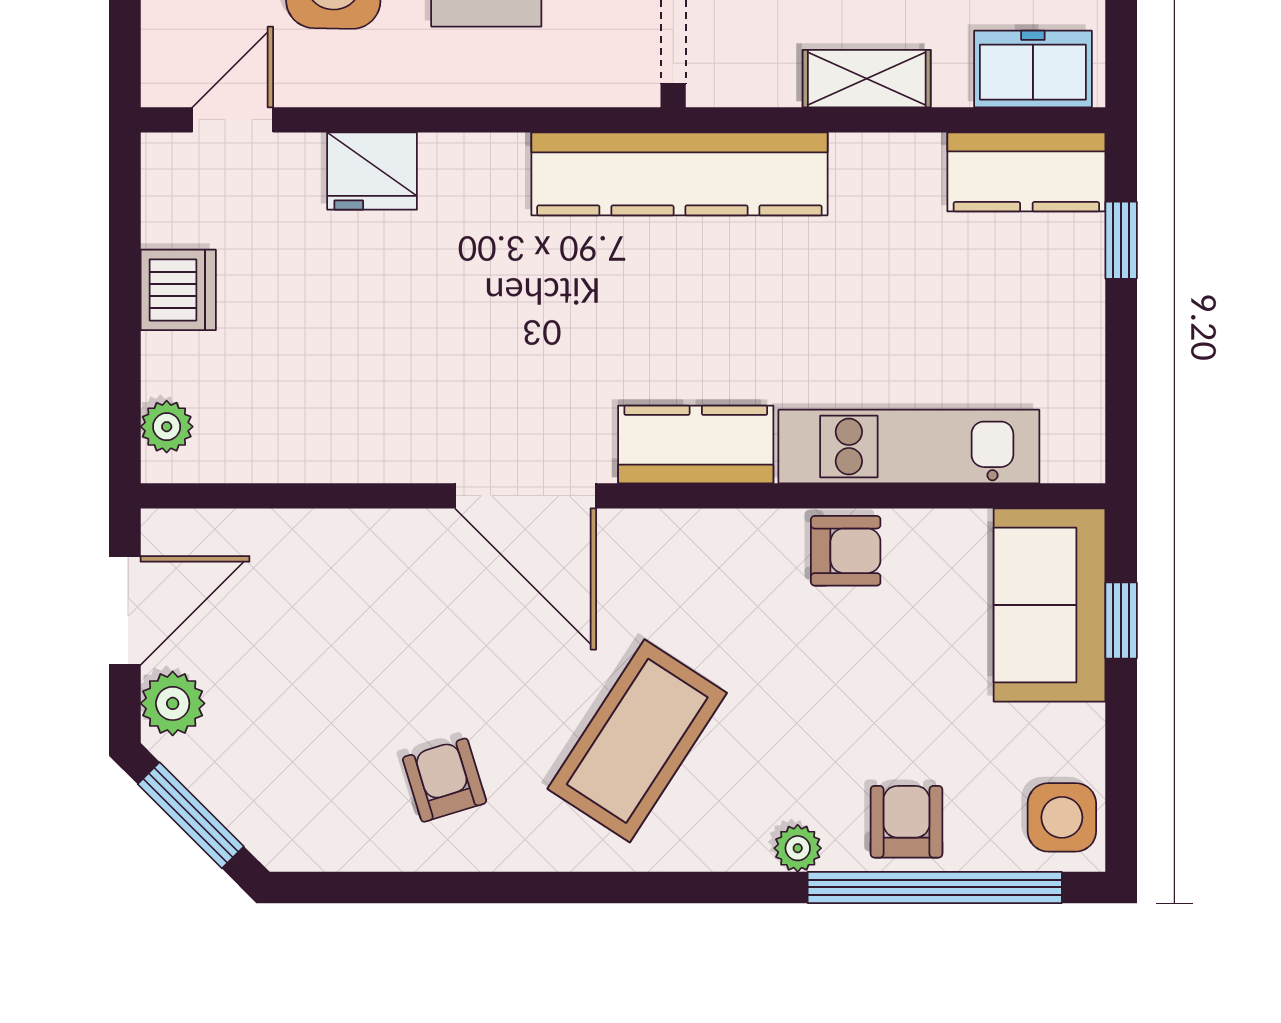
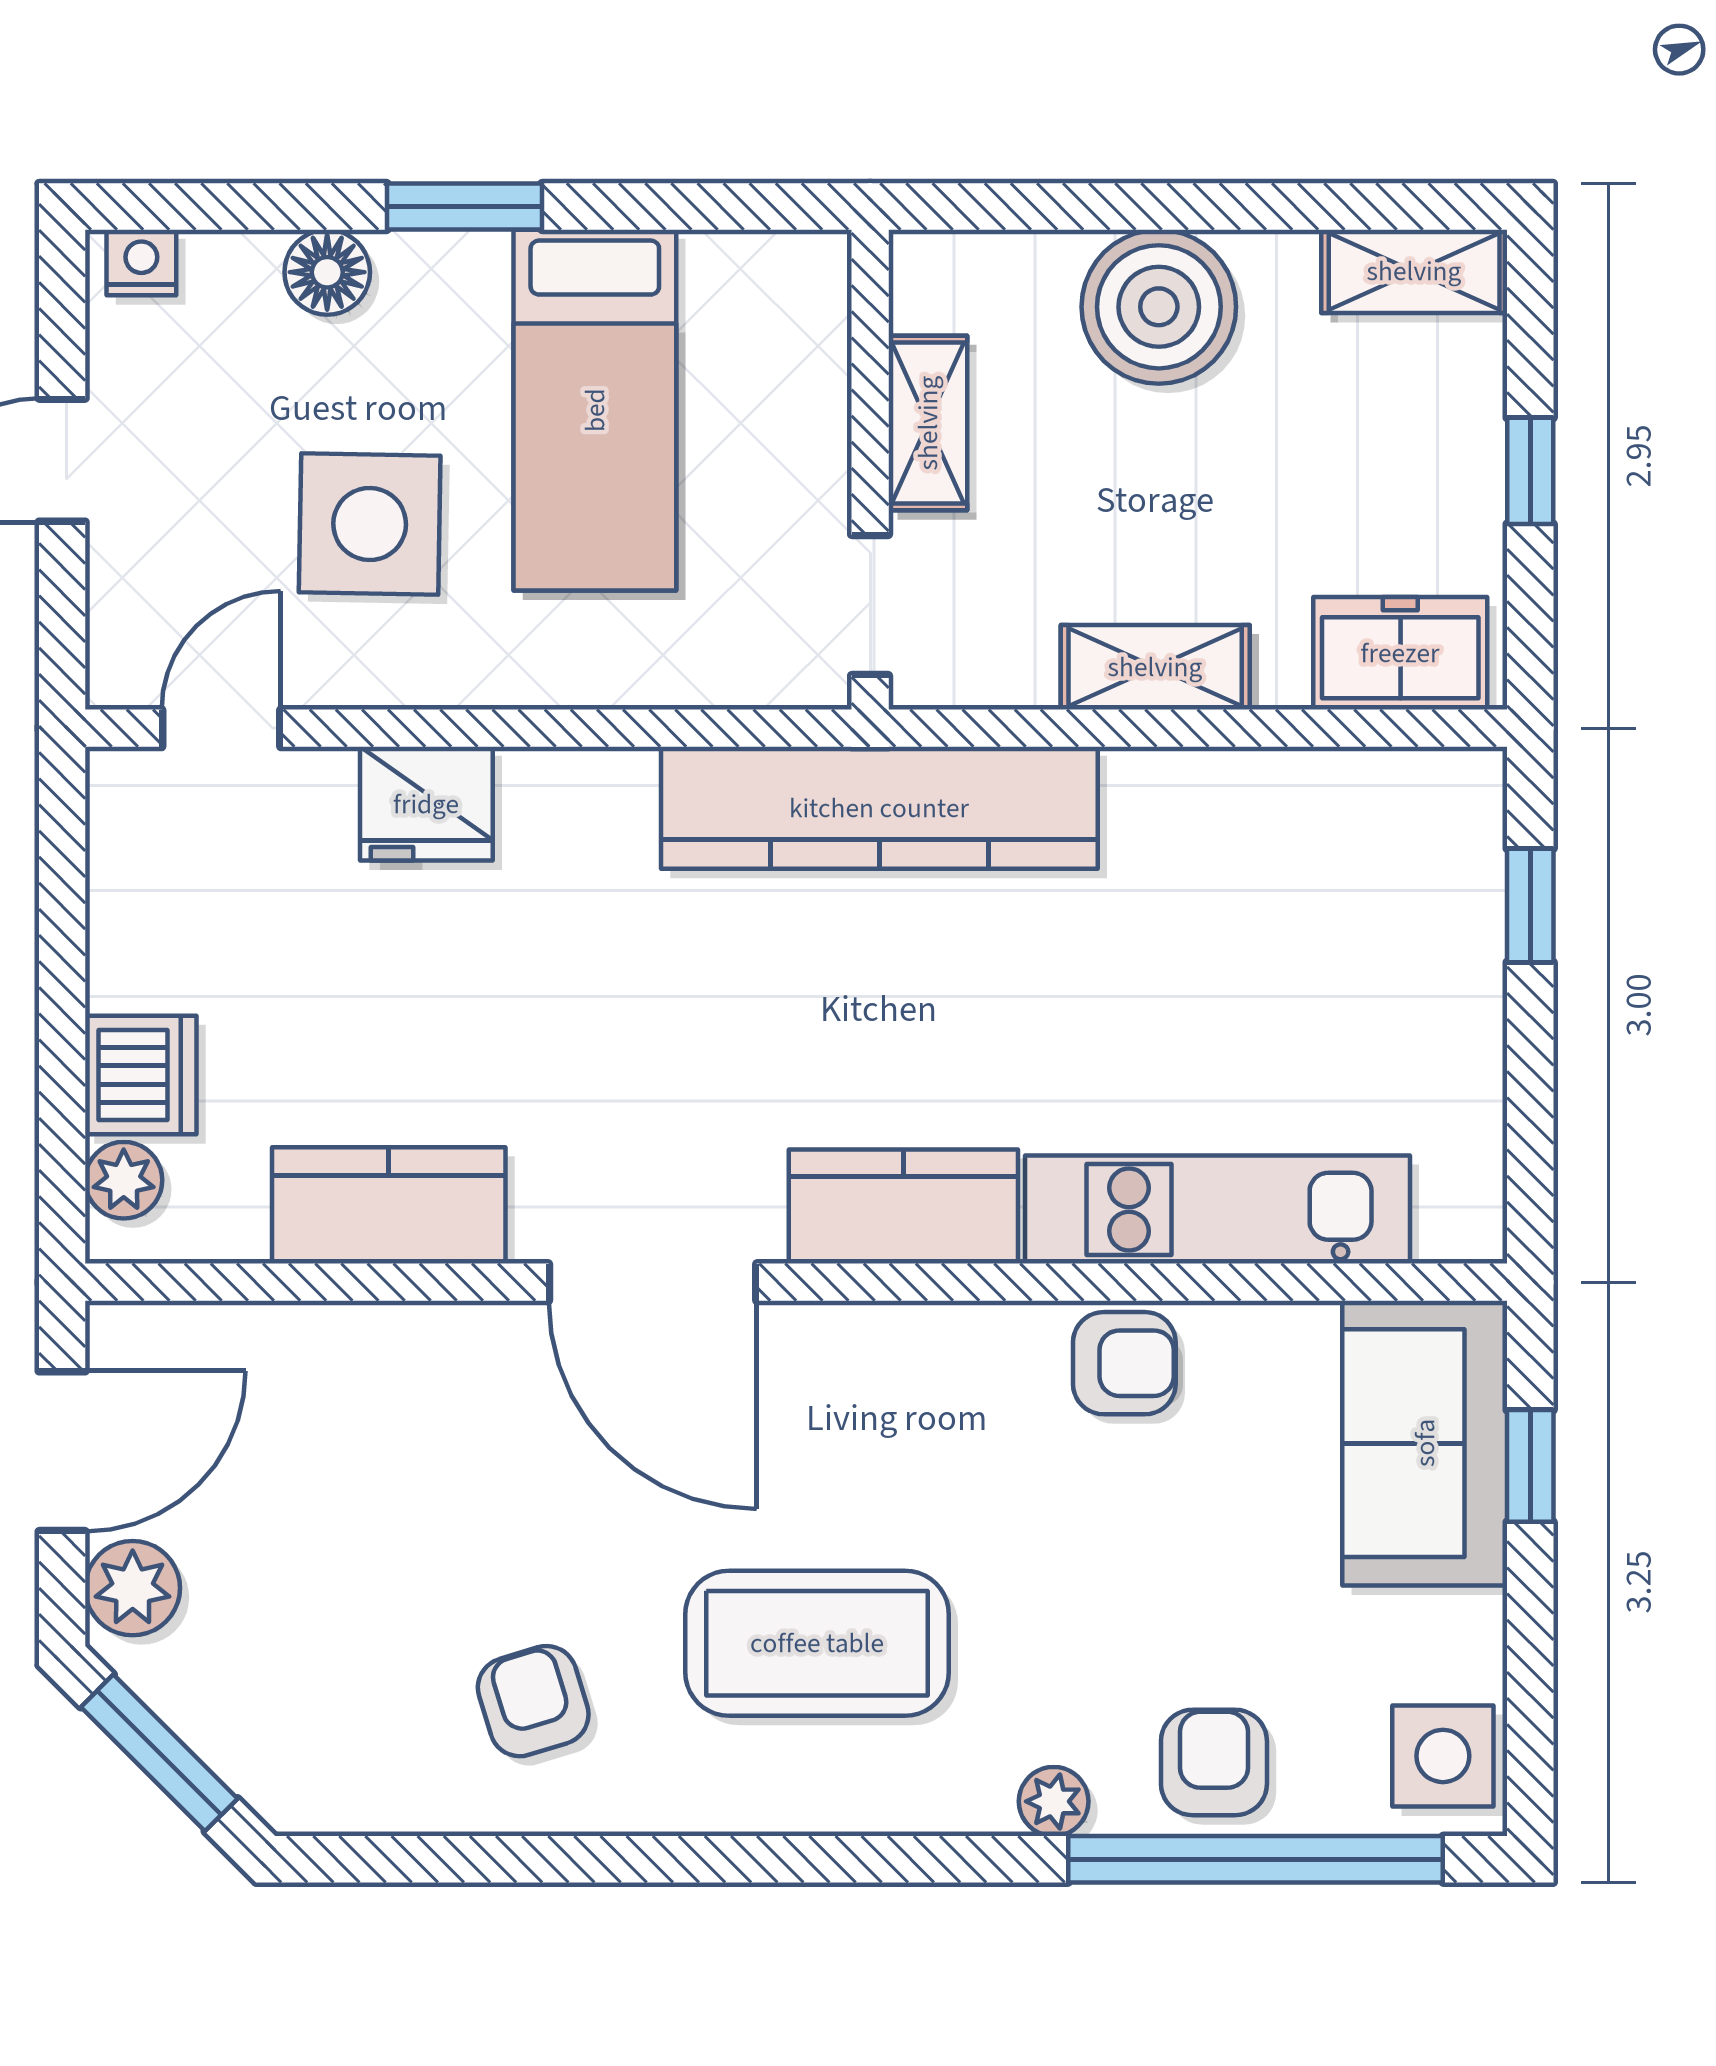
kitchen counter: (1026, 172) -> (389, 1205), moved, turned 180
dishwasher: (178, 290) -> (141, 1075), moved
coffee table: (637, 741) -> (817, 1643), turned 57

